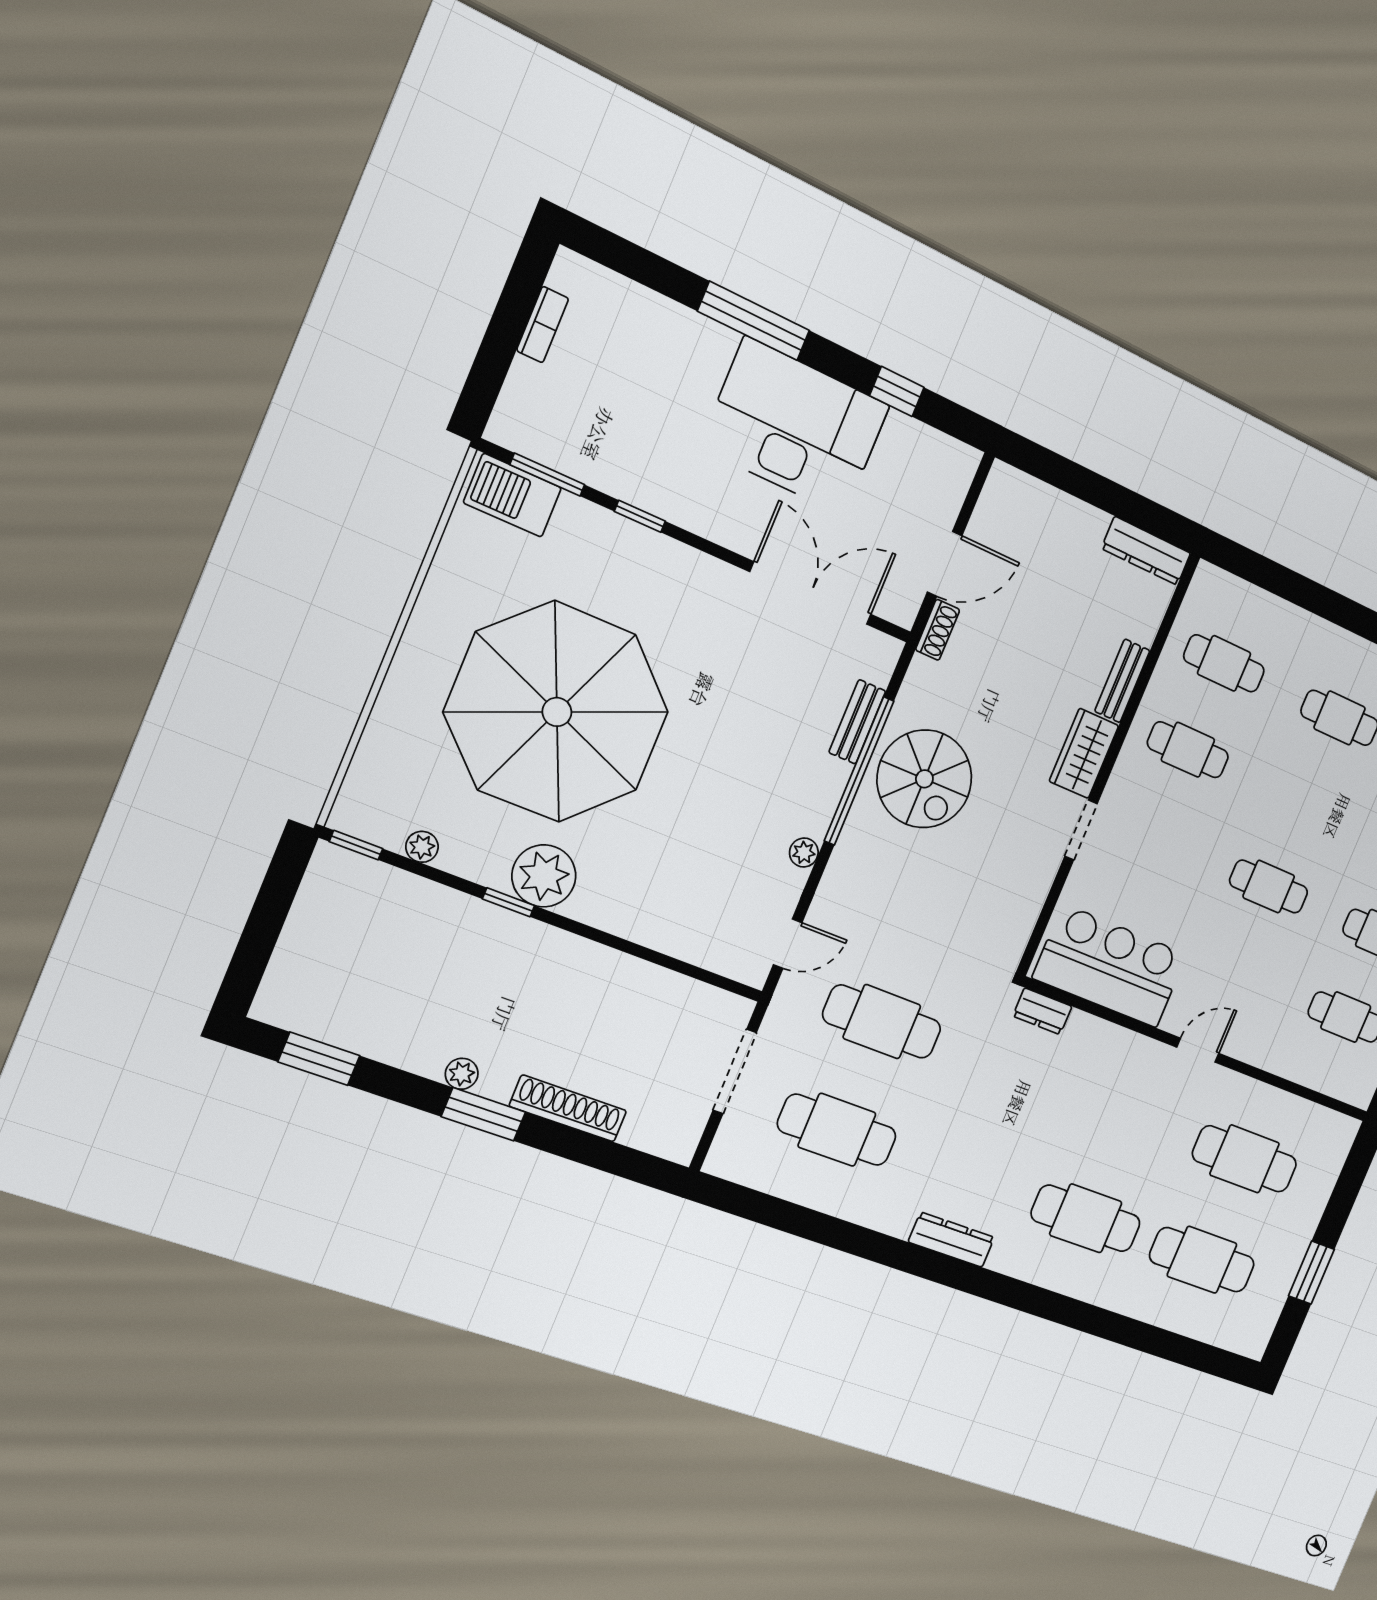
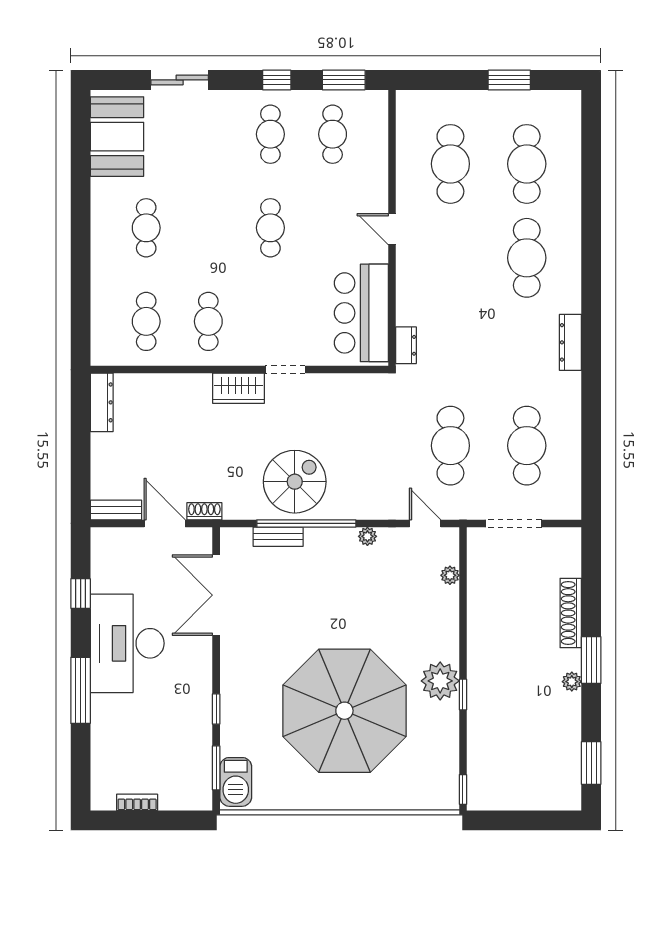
bench: (1122, 681) -> (116, 510), moved
plant: (422, 847) -> (450, 575), moved

